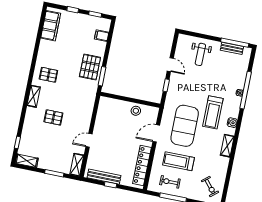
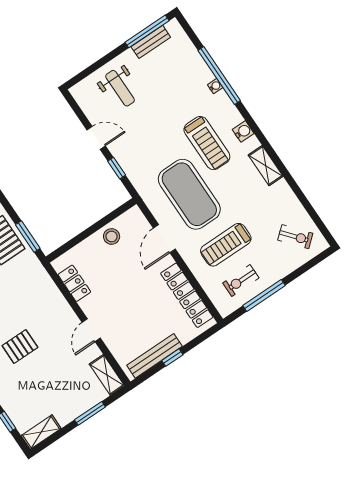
locker: (102, 114) -> (74, 283), added

